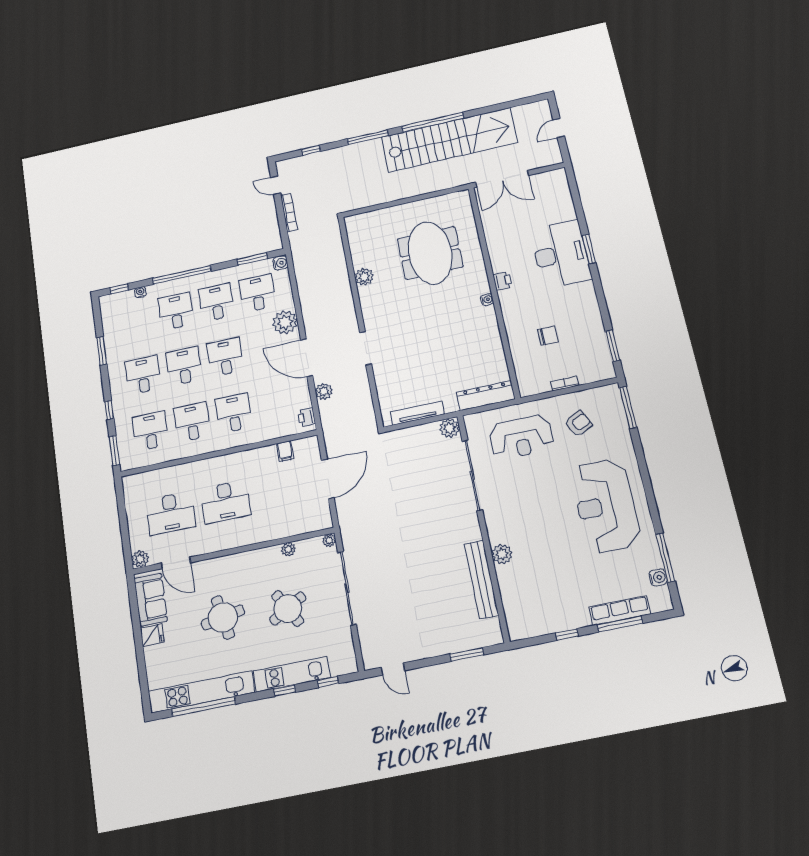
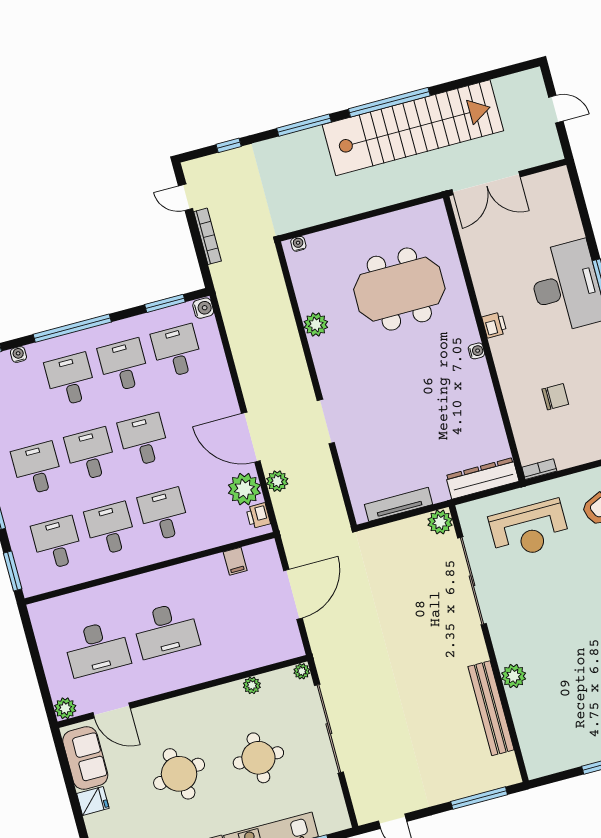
door: (559, 128) -> (556, 109), swing flipped
water cooler: (356, 219) -> (298, 244), added
meeting table: (430, 253) -> (399, 289), turned 90
plant: (285, 322) -> (244, 489), moved
bookcase: (565, 383) -> (539, 469), moved
round table: (288, 609) -> (258, 758), turned 30
window: (467, 654) -> (479, 798), width x1.44

